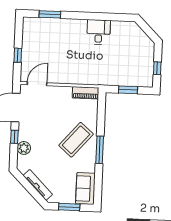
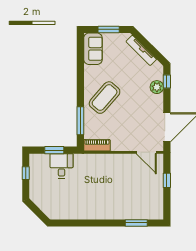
desk: (99, 32) -> (61, 166), moved, turned 180
door: (37, 84) -> (146, 152), hinge flipped
window: (14, 137) -> (167, 81), moved
window: (100, 150) -> (80, 121), moved

